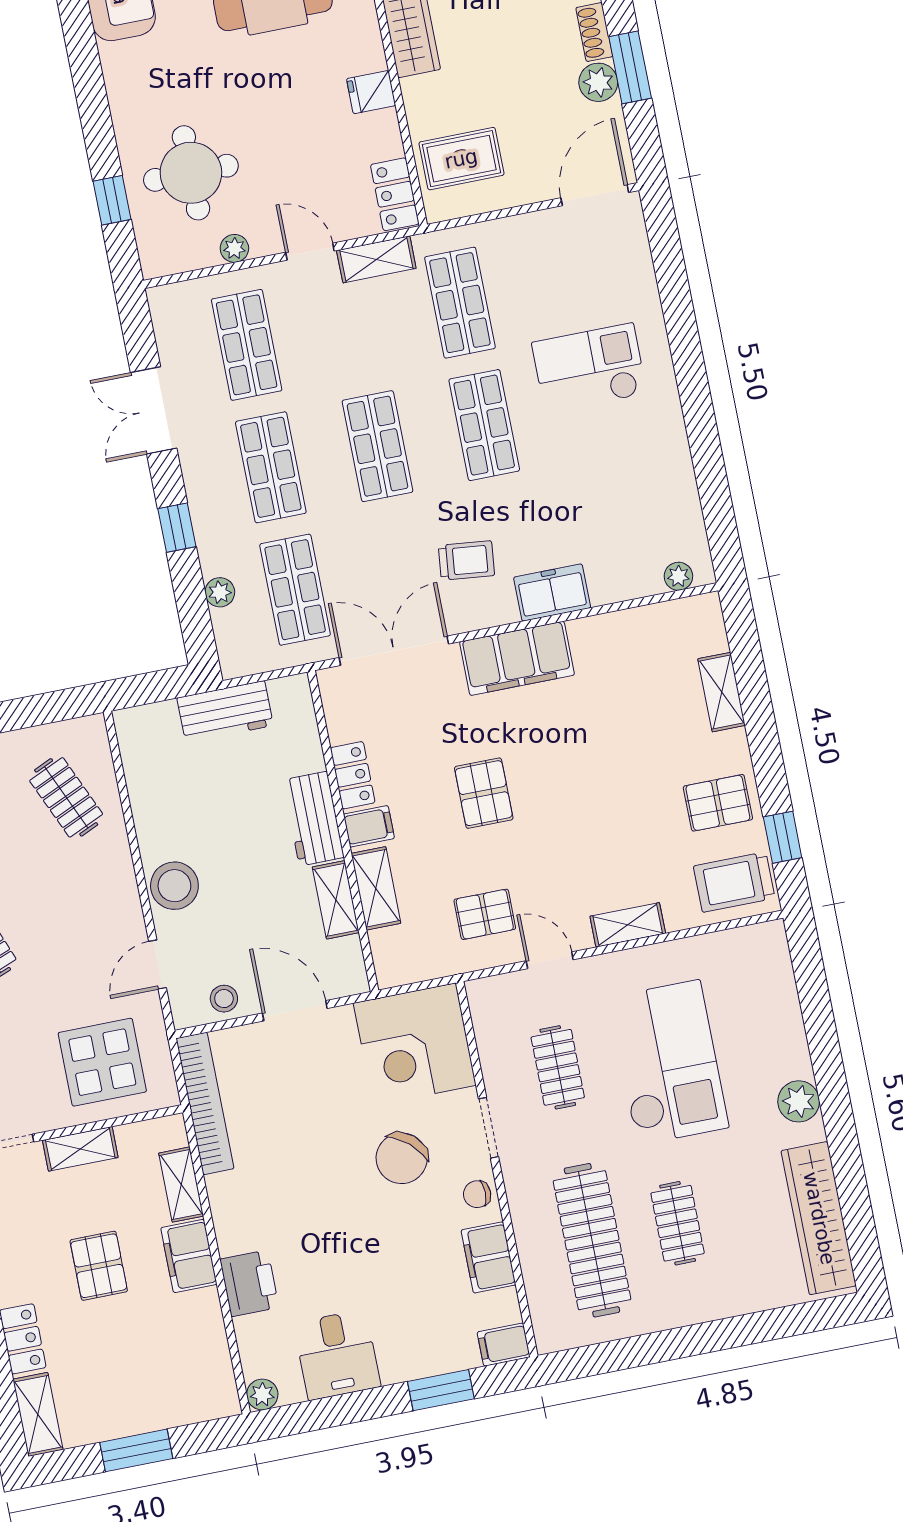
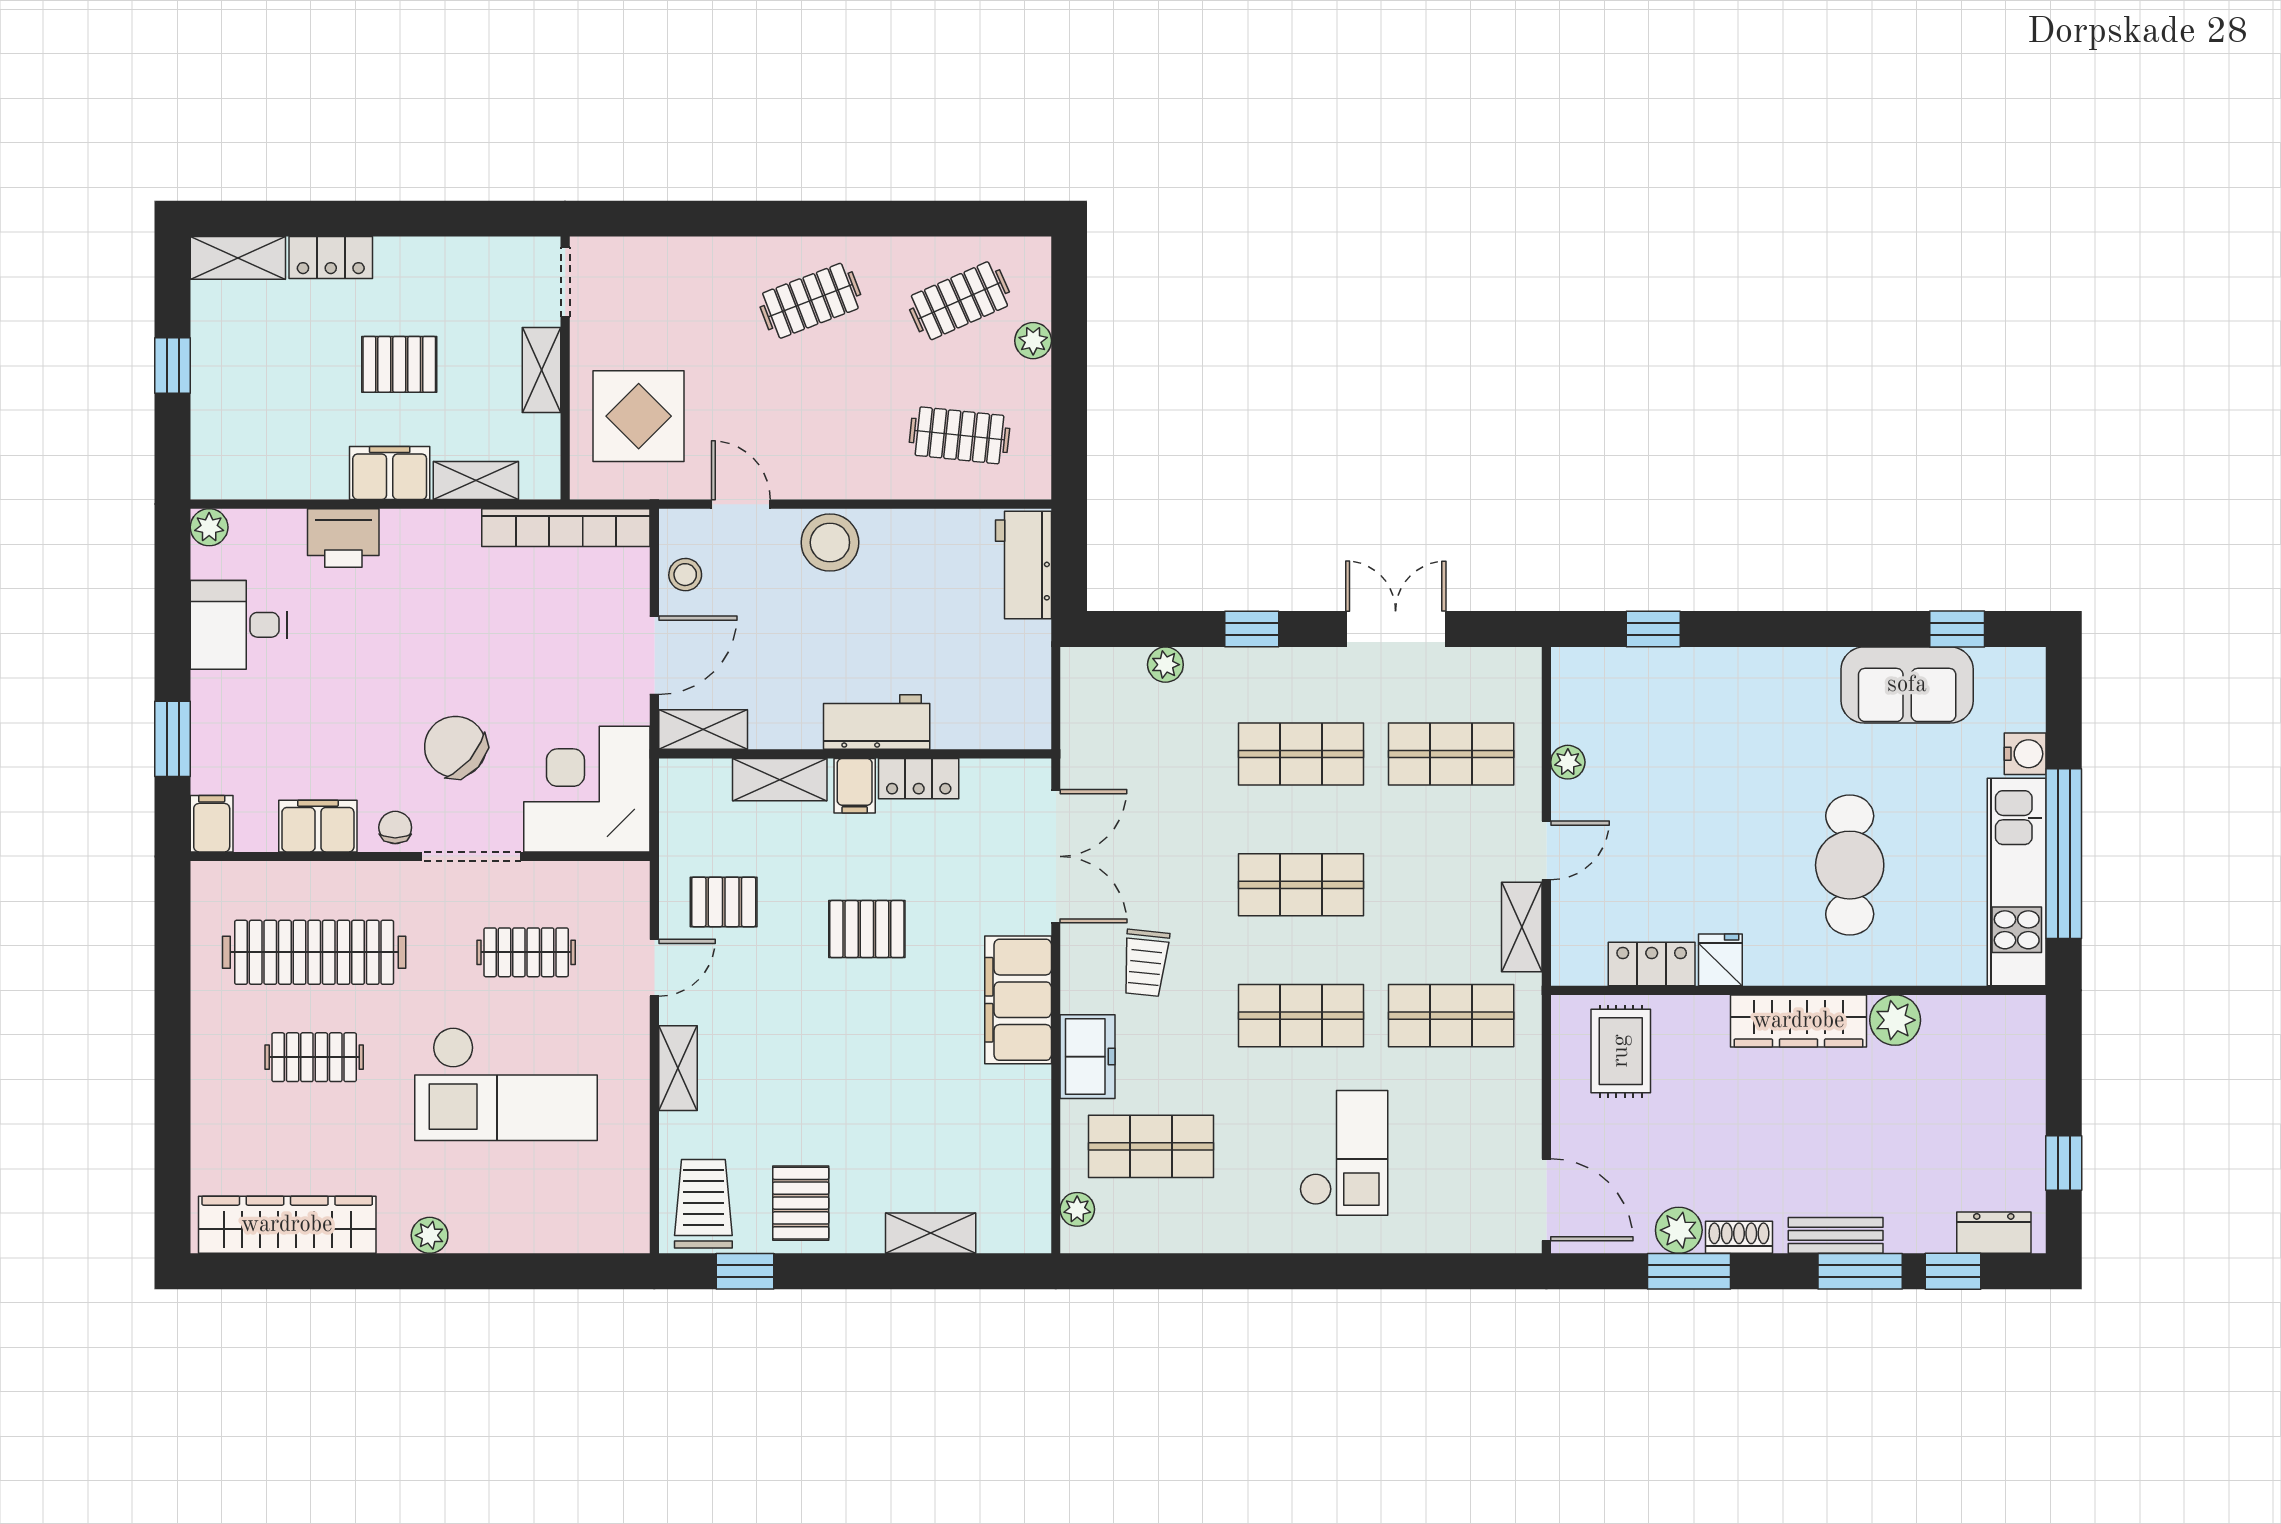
round table: (191, 173) -> (1667, 729), removed
locker: (395, 194) -> (1652, 964), moved
shop shelf: (295, 590) -> (1151, 1146), moved
workbench: (225, 712) -> (1023, 565), moved
clothes rail: (66, 797) -> (959, 435), turned 30
shelving: (336, 900) -> (703, 729), moved
pallet: (485, 914) -> (724, 902), turned 90
plant: (799, 1101) -> (430, 1235), width x0.73, depth x0.73
doorway: (489, 1128) -> (471, 856), width x1.38
window: (136, 1450) -> (173, 366), width x0.67

